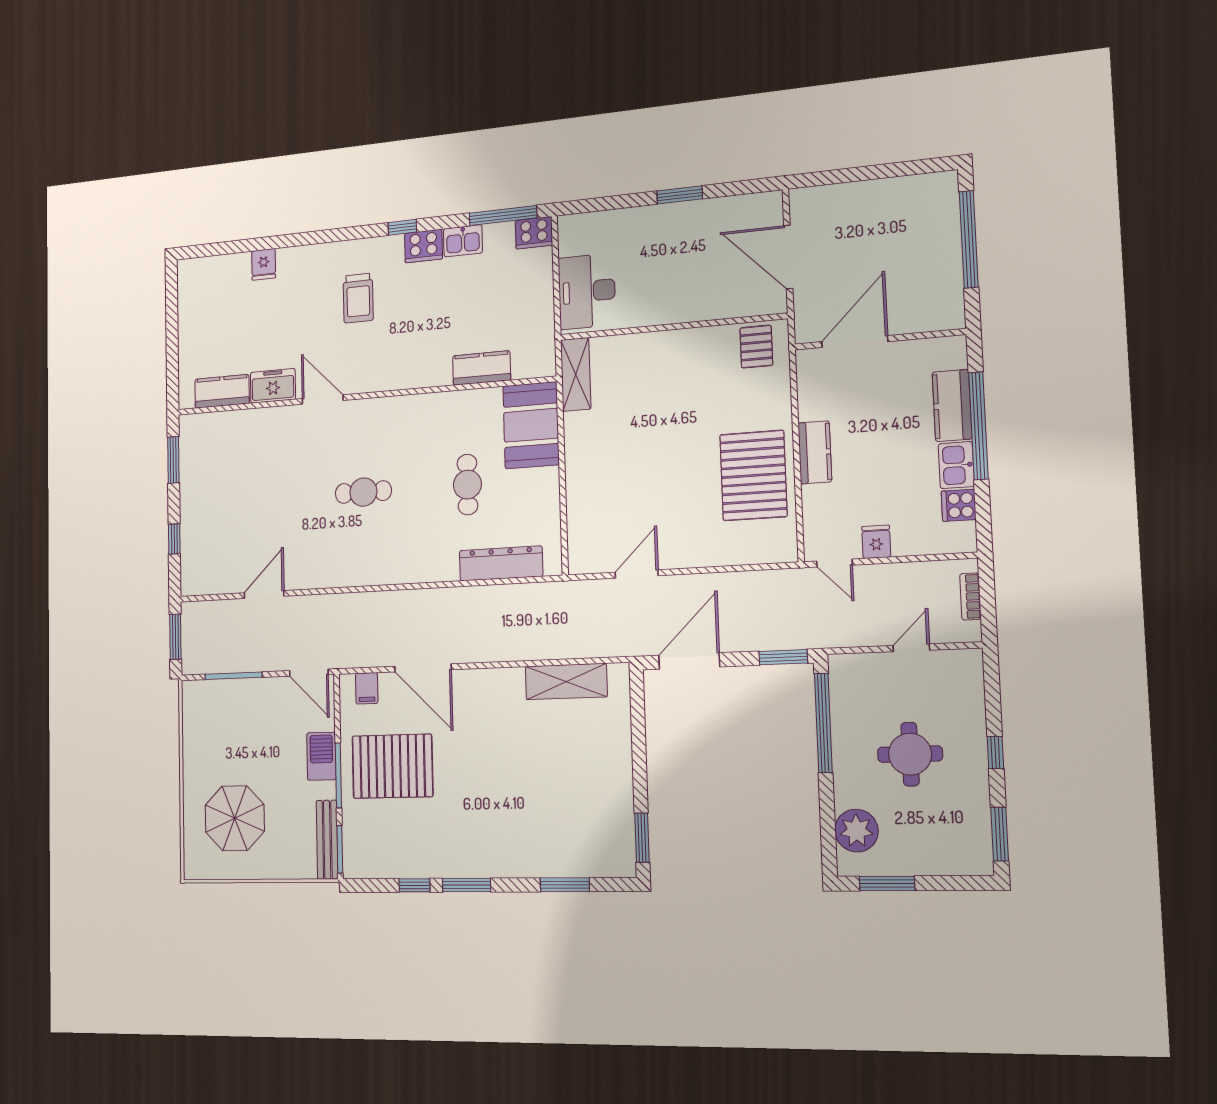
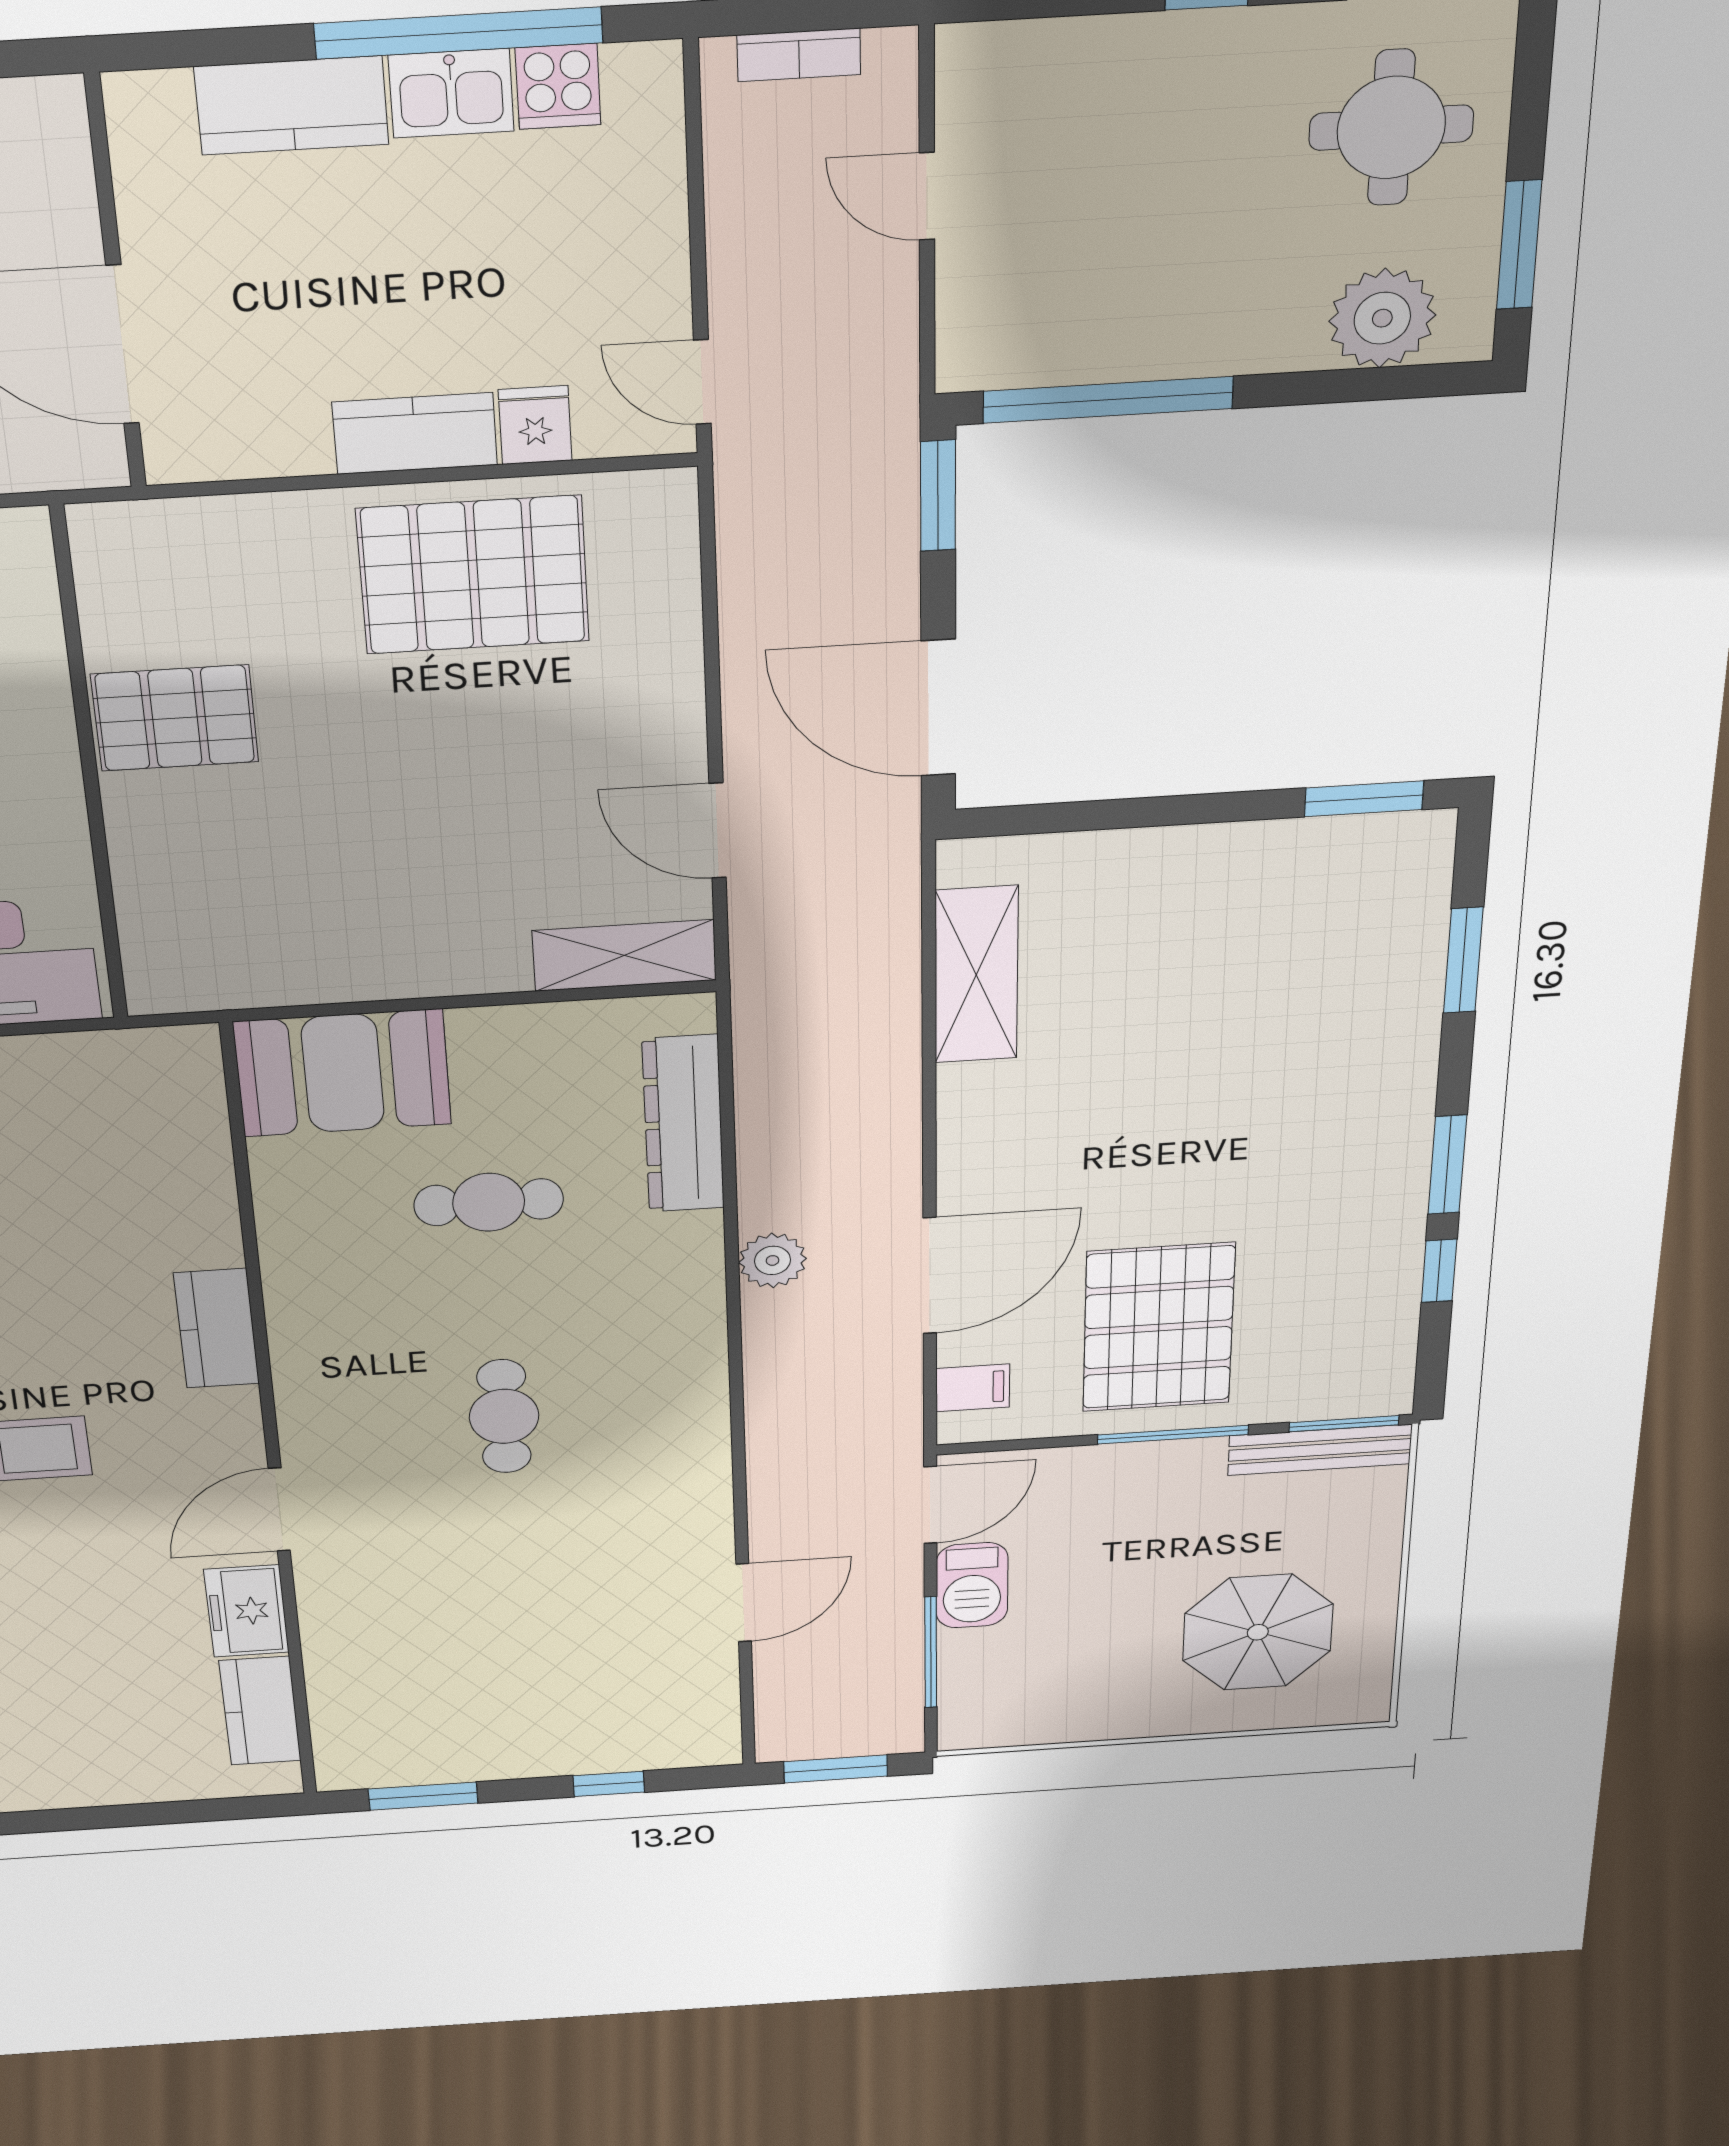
pallet: (756, 347) -> (175, 718), moved, width x1.50, depth x1.42
kitchen counter: (482, 368) -> (217, 1328), moved
shelving: (576, 374) -> (624, 955), moved
window: (978, 426) -> (459, 33), moved
fridge: (876, 542) -> (535, 425), moved, turned 90
door: (834, 563) -> (702, 382), swing flipped
door: (264, 595) -> (744, 1603), swing flipped
plant: (434, 602) -> (773, 1260), added
round table: (910, 754) -> (1391, 128), moved
barbecue: (321, 756) -> (972, 1585), moved, turned -90

